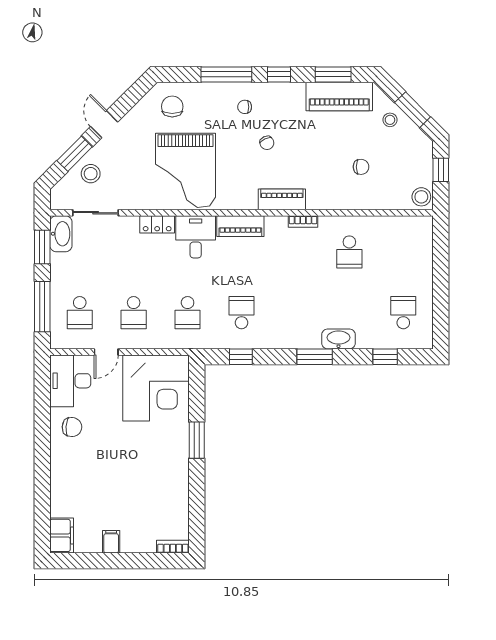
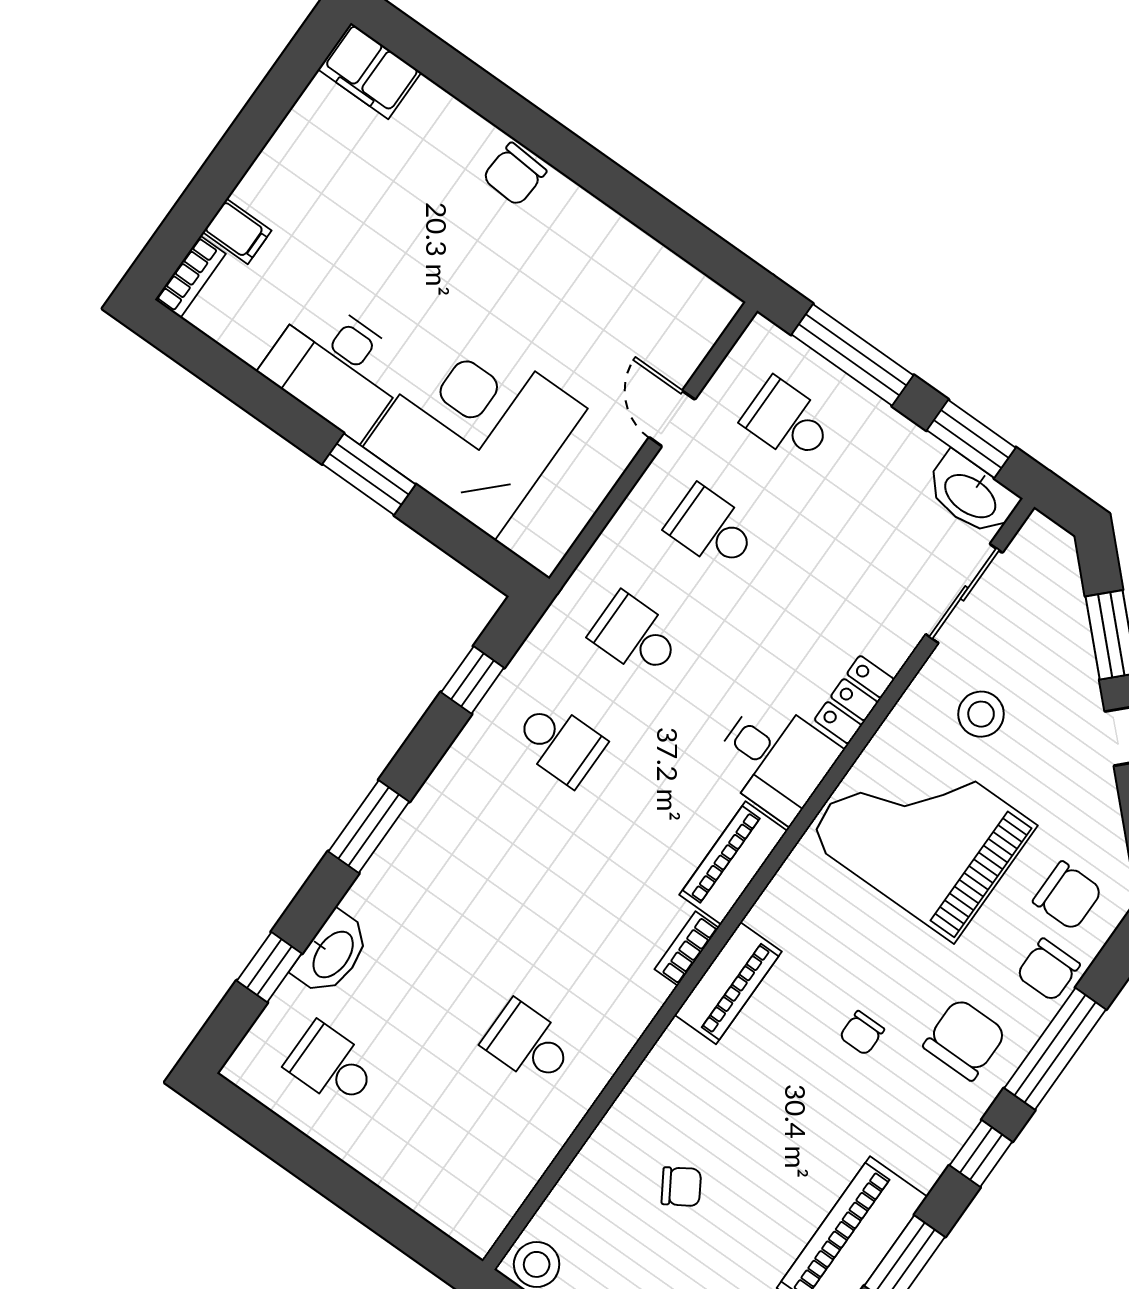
chair: (202, 95) -> (1048, 970), added
chair: (245, 107) -> (965, 1039), width x1.87, depth x1.87
chair: (267, 143) -> (862, 1033), turned -66
chair: (361, 167) -> (681, 1187), turned -122
stool: (91, 174) -> (981, 714), moved
bookcase: (303, 221) -> (687, 949), moved
school desk: (403, 313) -> (331, 1065), turned 180
washbasin: (338, 339) -> (332, 954), moved
desk: (70, 381) -> (337, 368), moved, turned 180
corner desk: (156, 388) -> (475, 428), moved, turned 90
chair: (72, 427) -> (514, 174), moved
filing cabinet: (111, 542) -> (237, 231), moved

